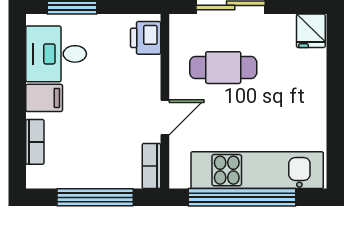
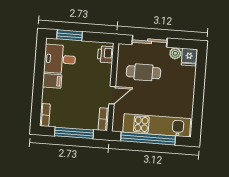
plant: (283, 25) -> (175, 53), added
bookcase: (35, 142) -> (45, 115), moved

